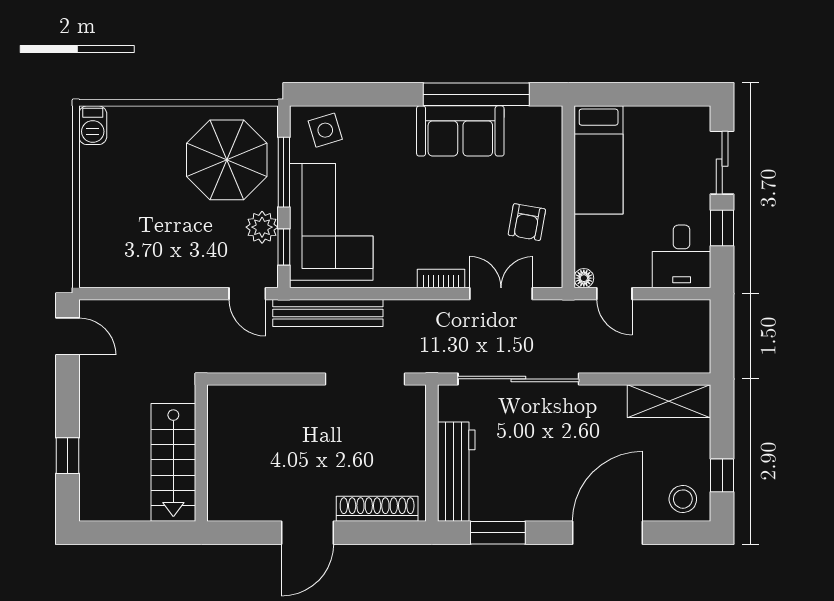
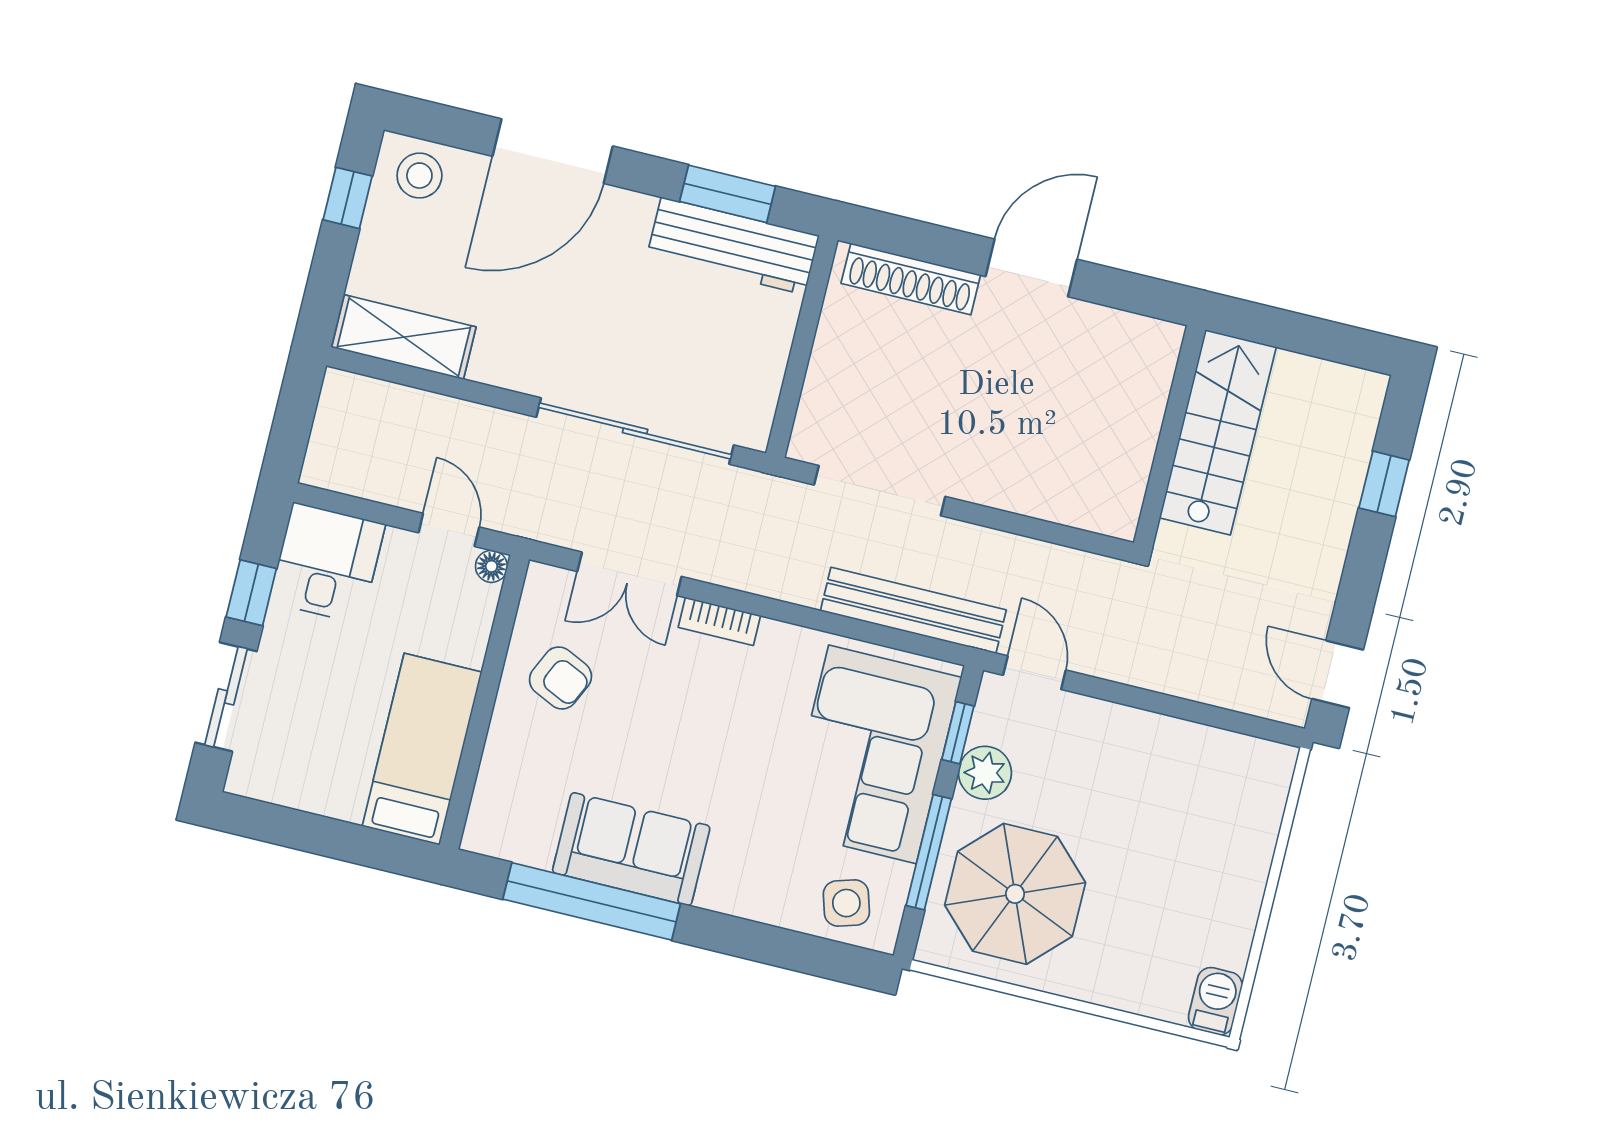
armchair: (527, 222) -> (560, 678), turned 105
workbench: (456, 472) -> (733, 246), moved, turned -90

